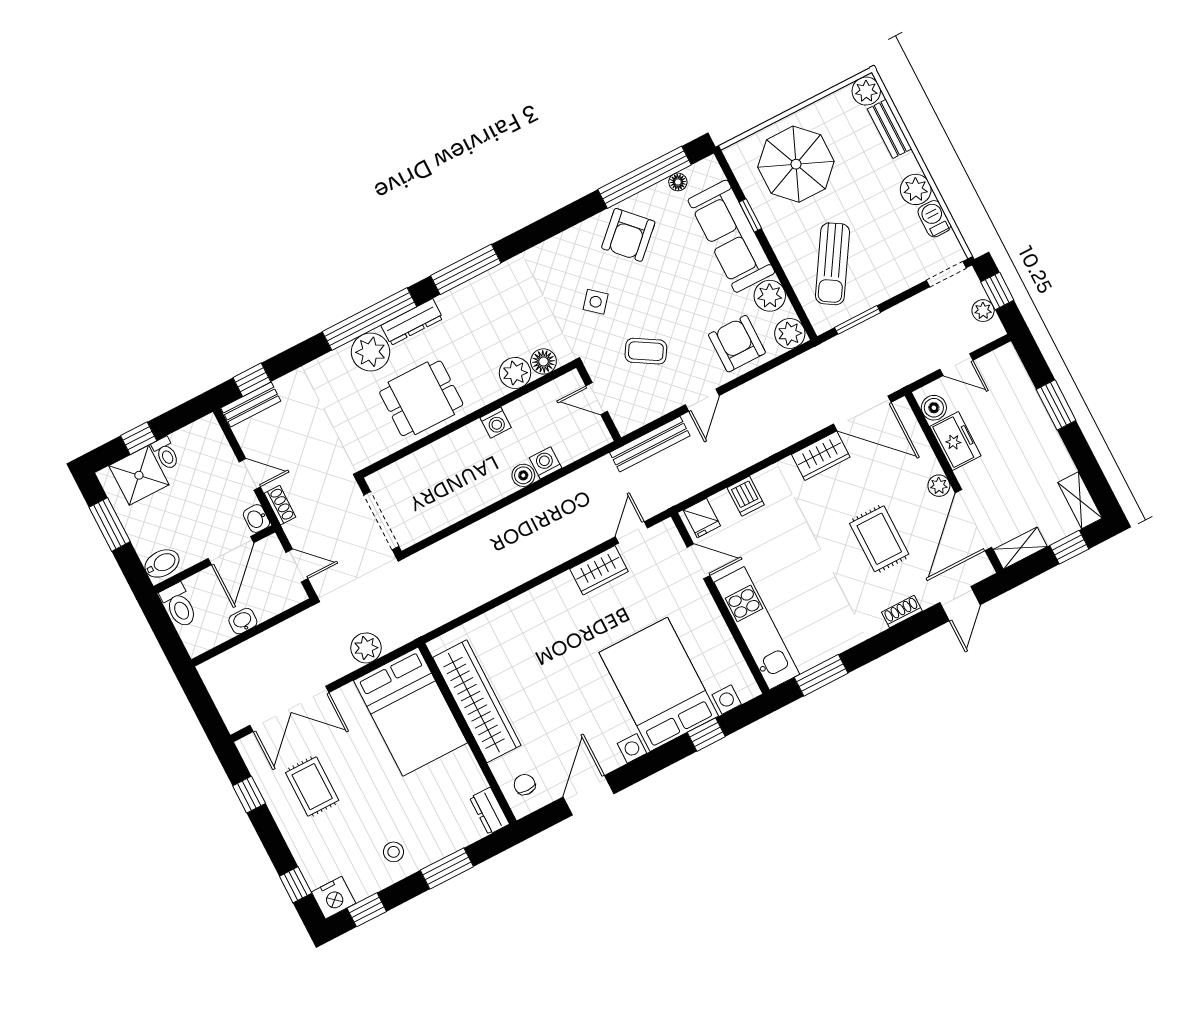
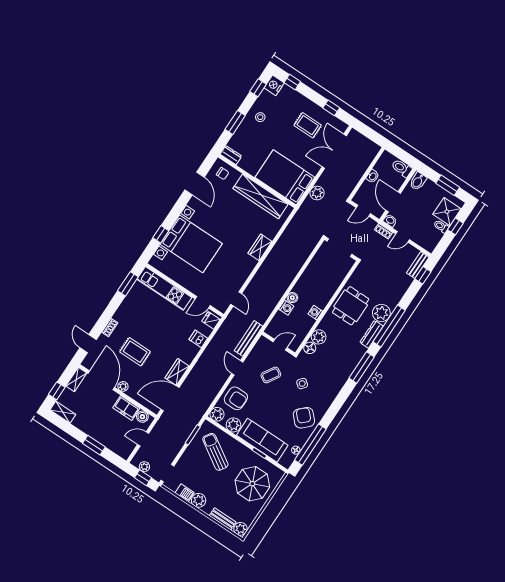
wardrobe: (599, 570) -> (260, 247), moved

